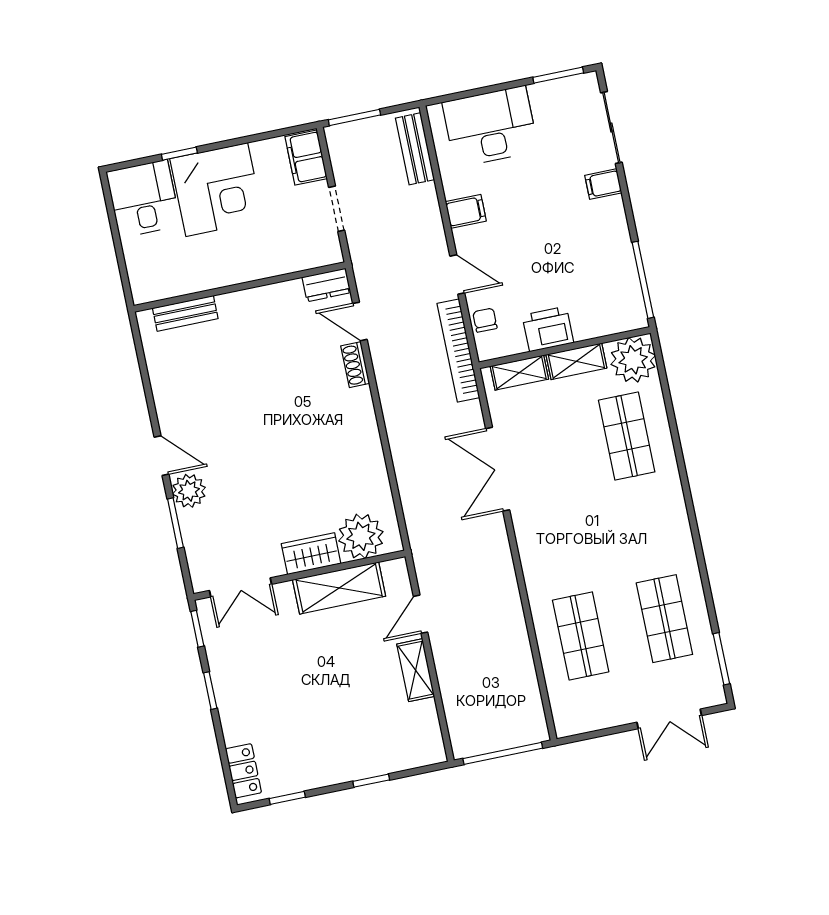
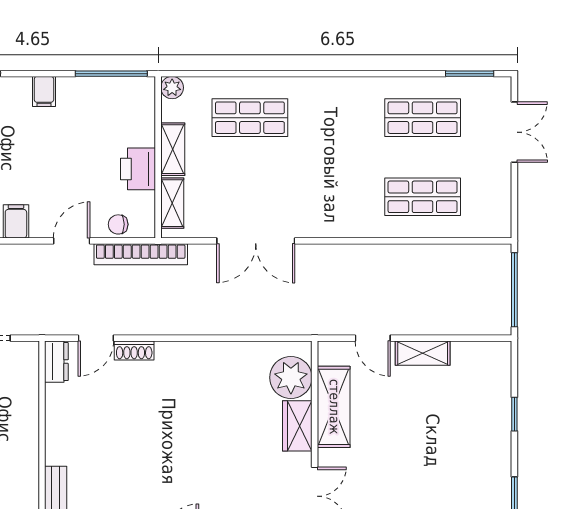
filing cabinet: (603, 184) -> (44, 91), moved
plant: (633, 360) -> (172, 88), width x0.53, depth x0.53

